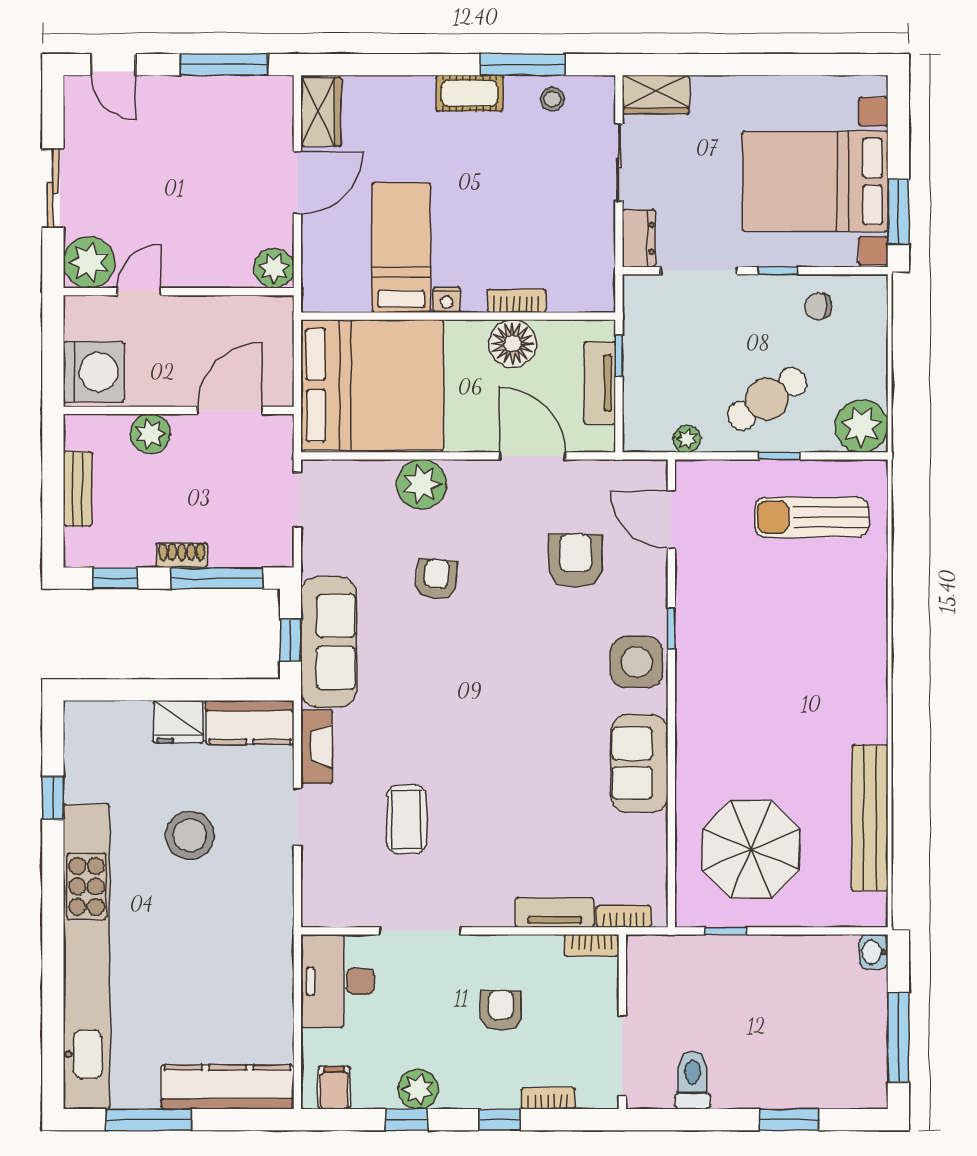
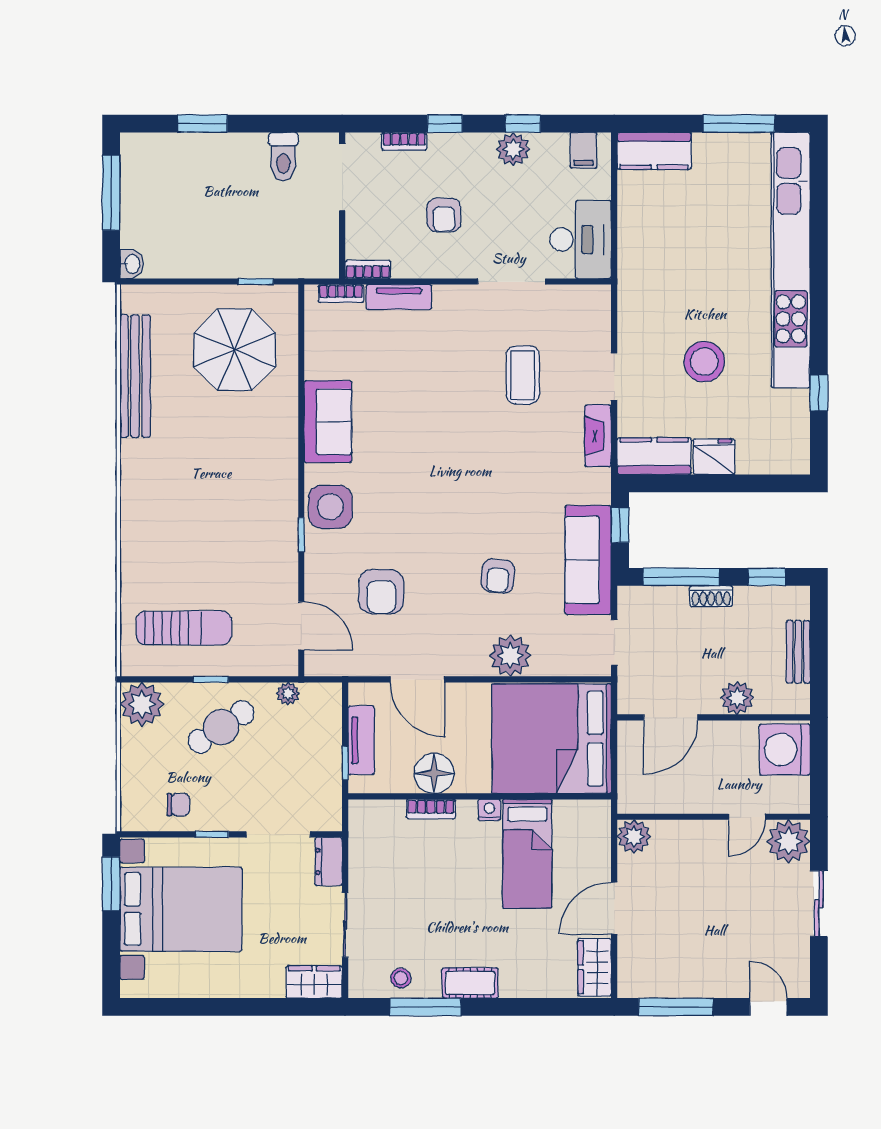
sofa: (329, 642) -> (588, 560), moved
kitchen counter: (228, 1087) -> (654, 151), width x0.67

